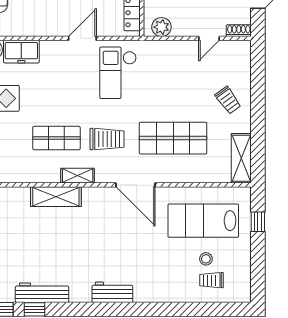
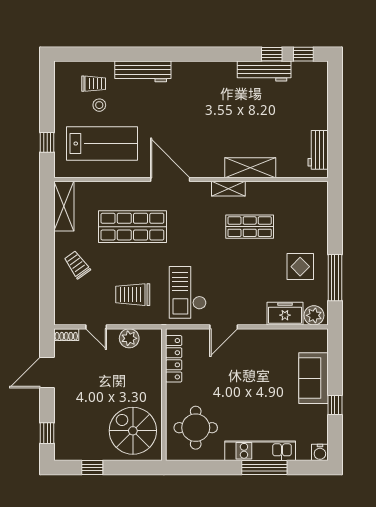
plant: (161, 27) -> (129, 338), moved
door: (209, 38) -> (96, 327), swing flipped
checkout: (118, 73) -> (188, 292), turned 180
trolley: (107, 139) -> (133, 295), moved
workbench: (112, 292) -> (143, 71), moved, width x1.38

